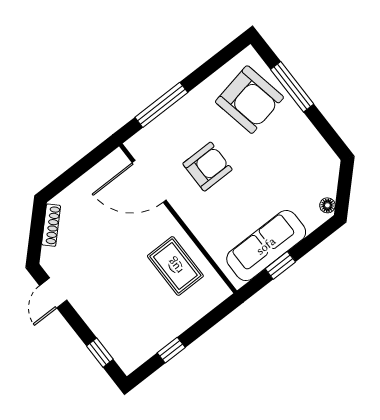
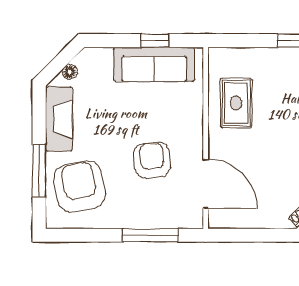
fireplace: (309, 141) -> (59, 119), added
armchair: (207, 167) -> (152, 160), turned 85
floor lamp: (327, 205) -> (70, 72), moved

